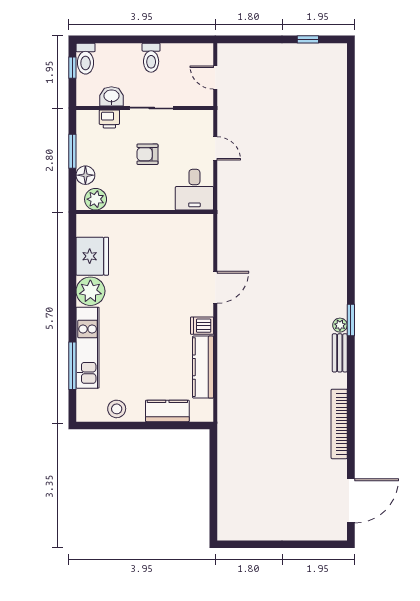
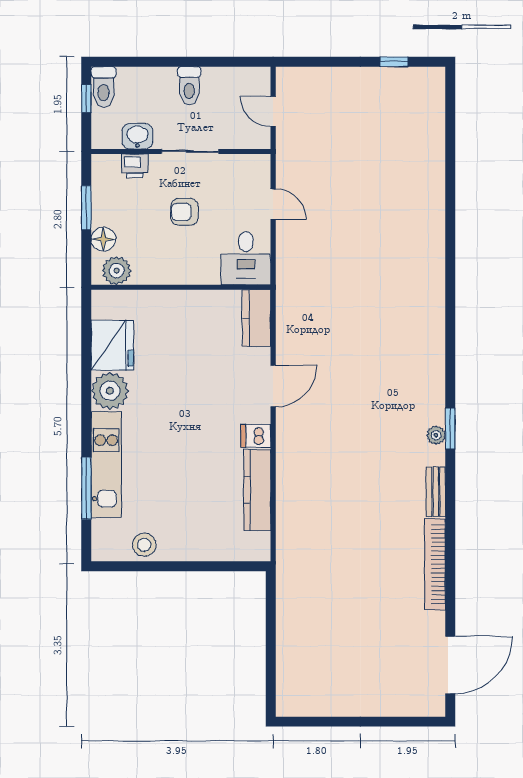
bench: (340, 353) -> (436, 492), moved
kitchen counter: (167, 411) -> (256, 318), moved, turned -90

